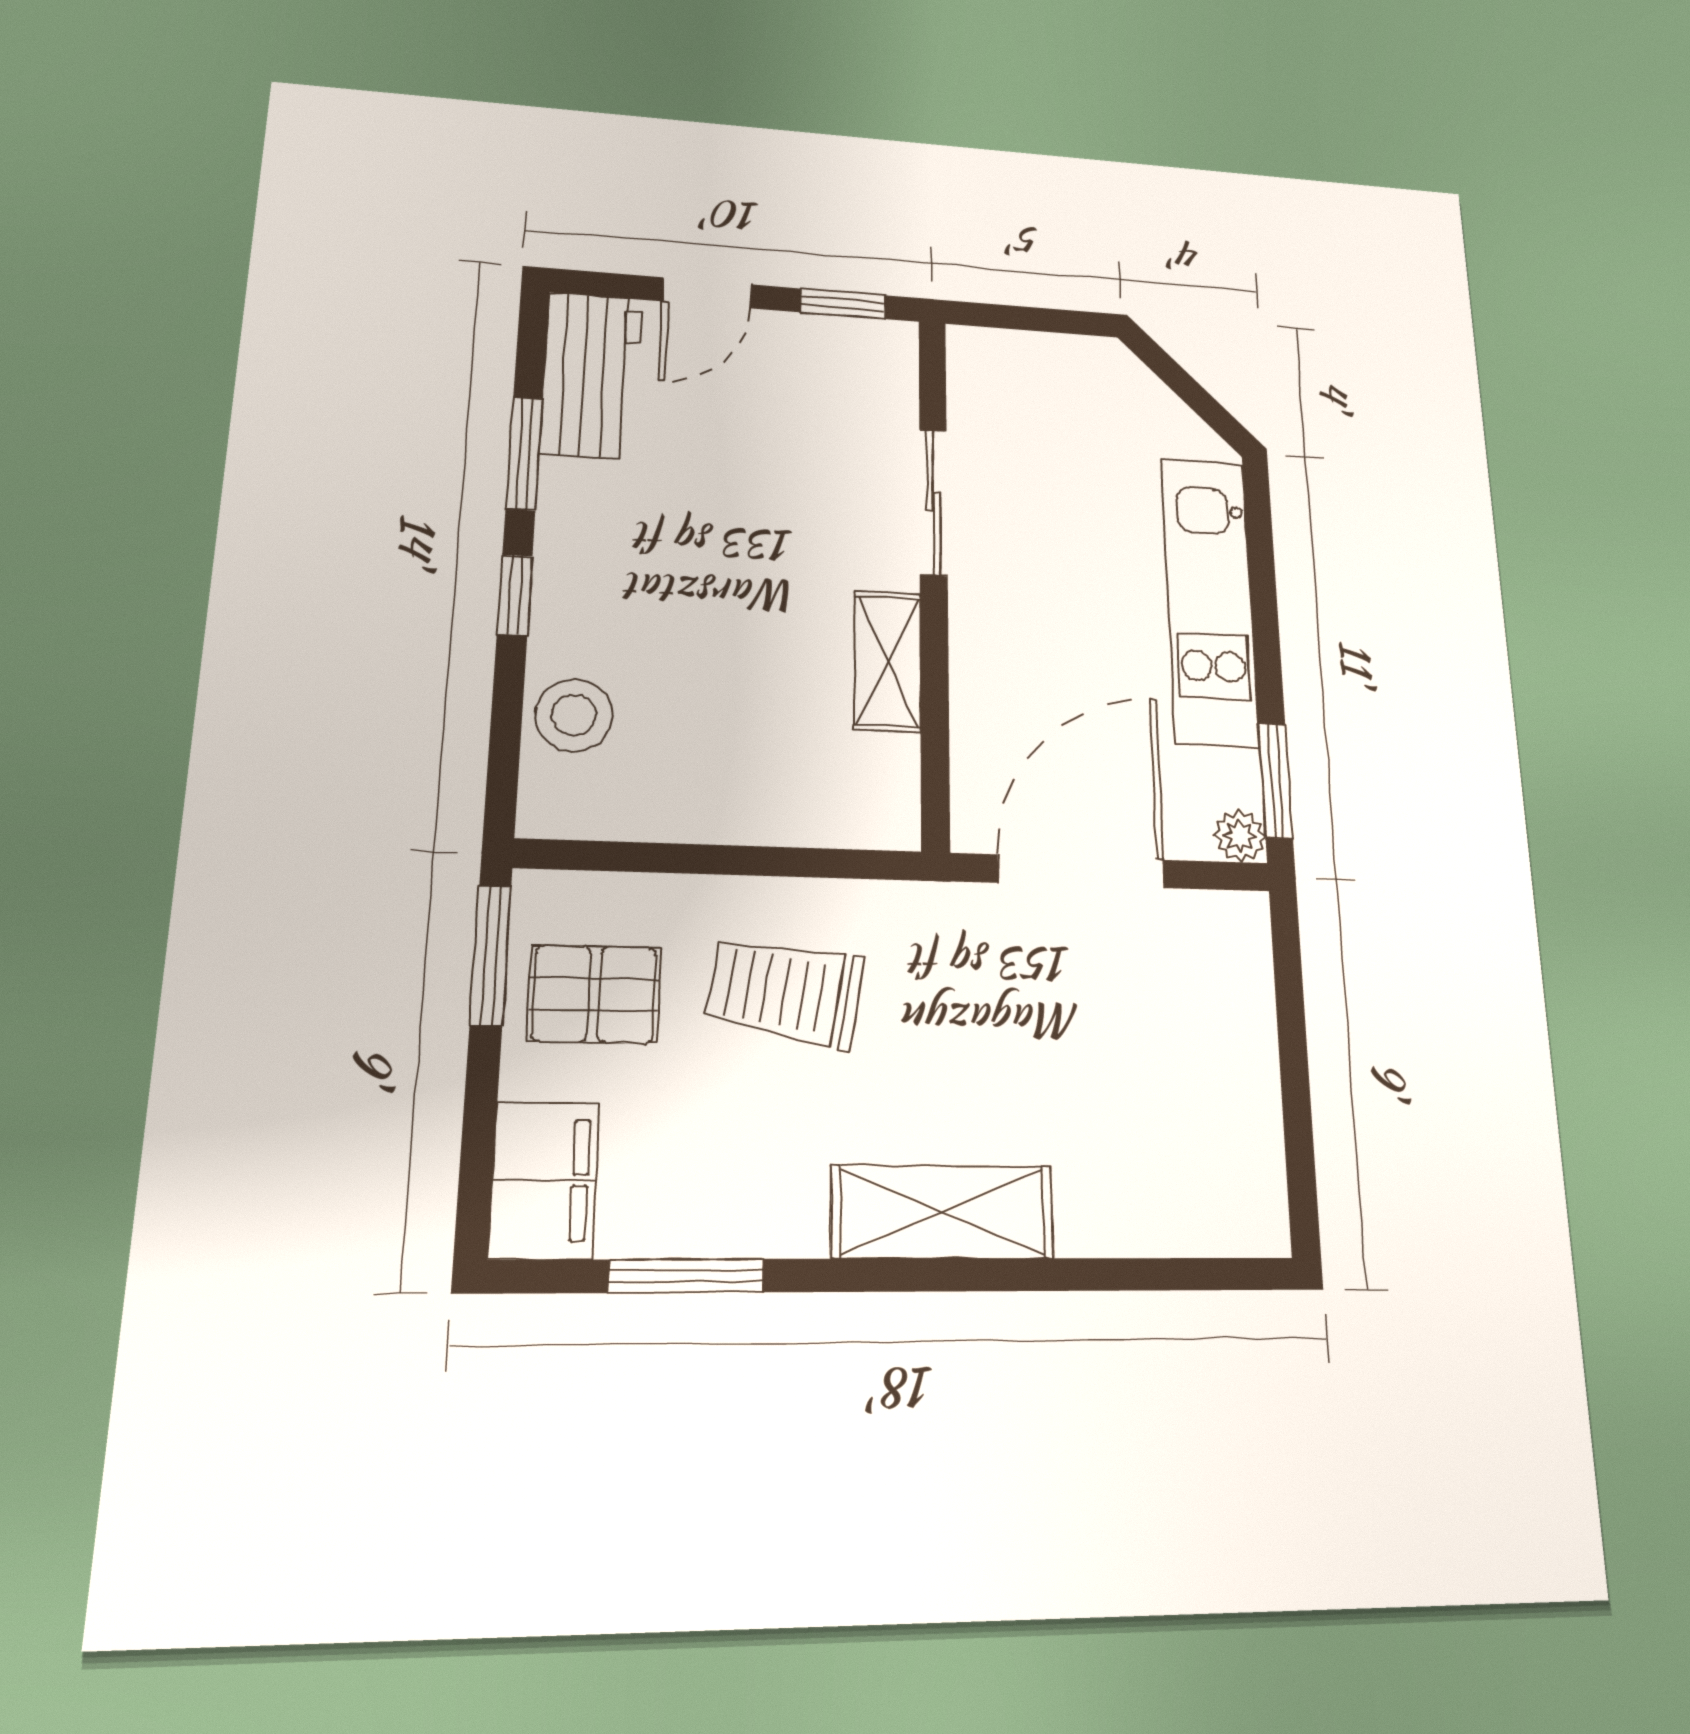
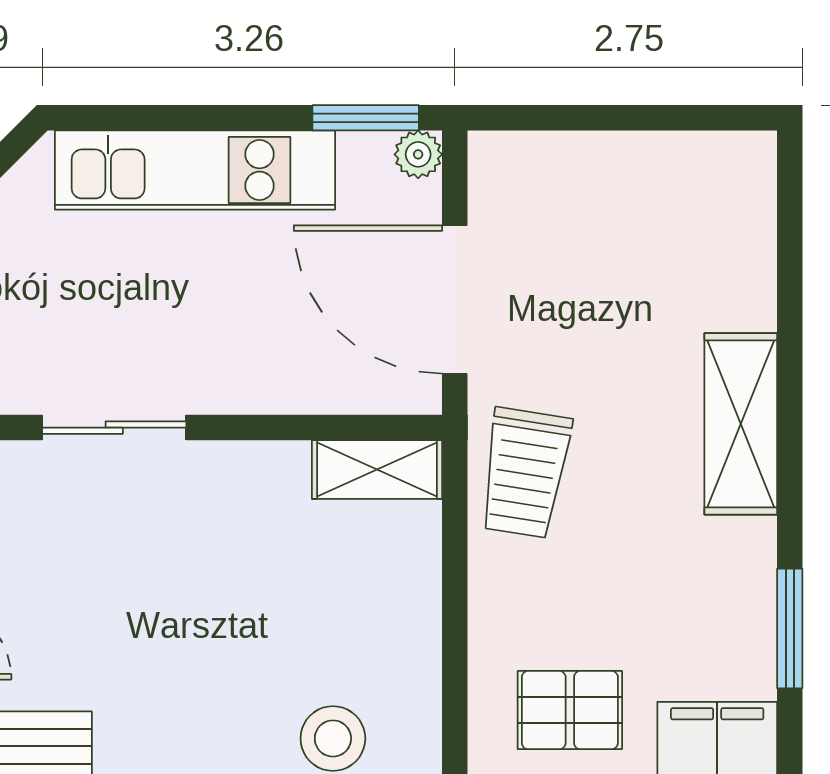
shelving: (888, 661) -> (377, 470), moved
trolley: (785, 991) -> (525, 473), moved
pallet: (594, 994) -> (570, 710), turned 90

